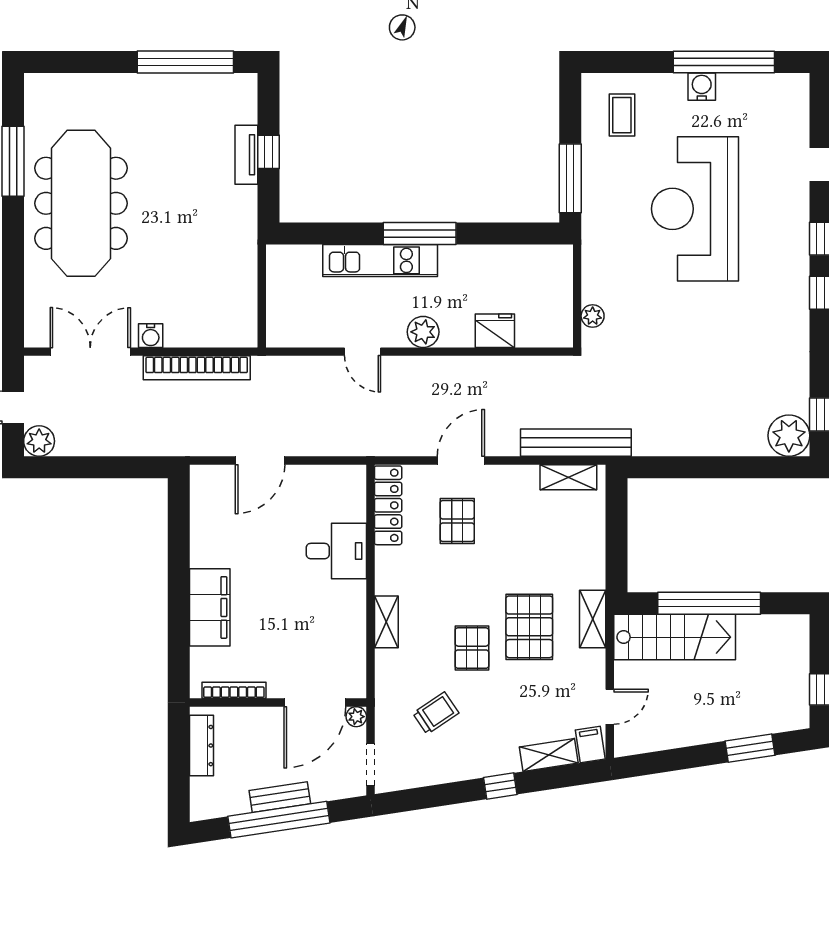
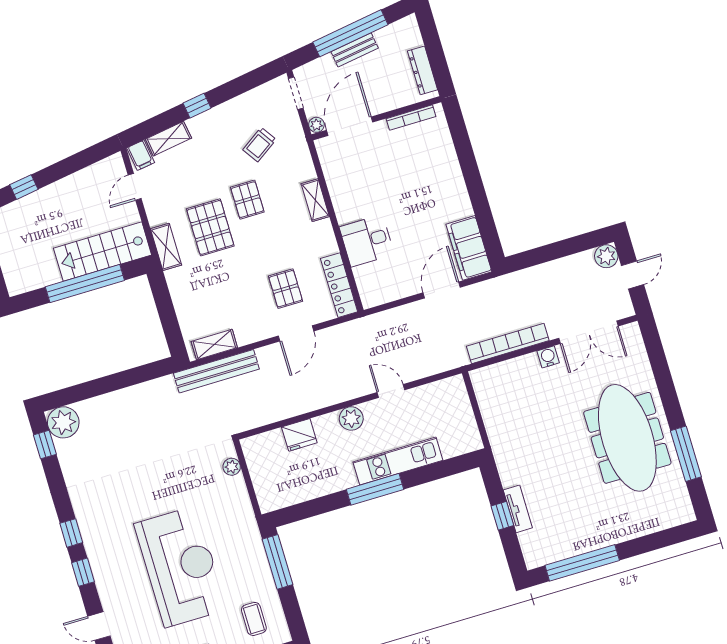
filing cabinet: (210, 607) -> (469, 248), moved
window: (750, 748) -> (24, 187), width x0.67

